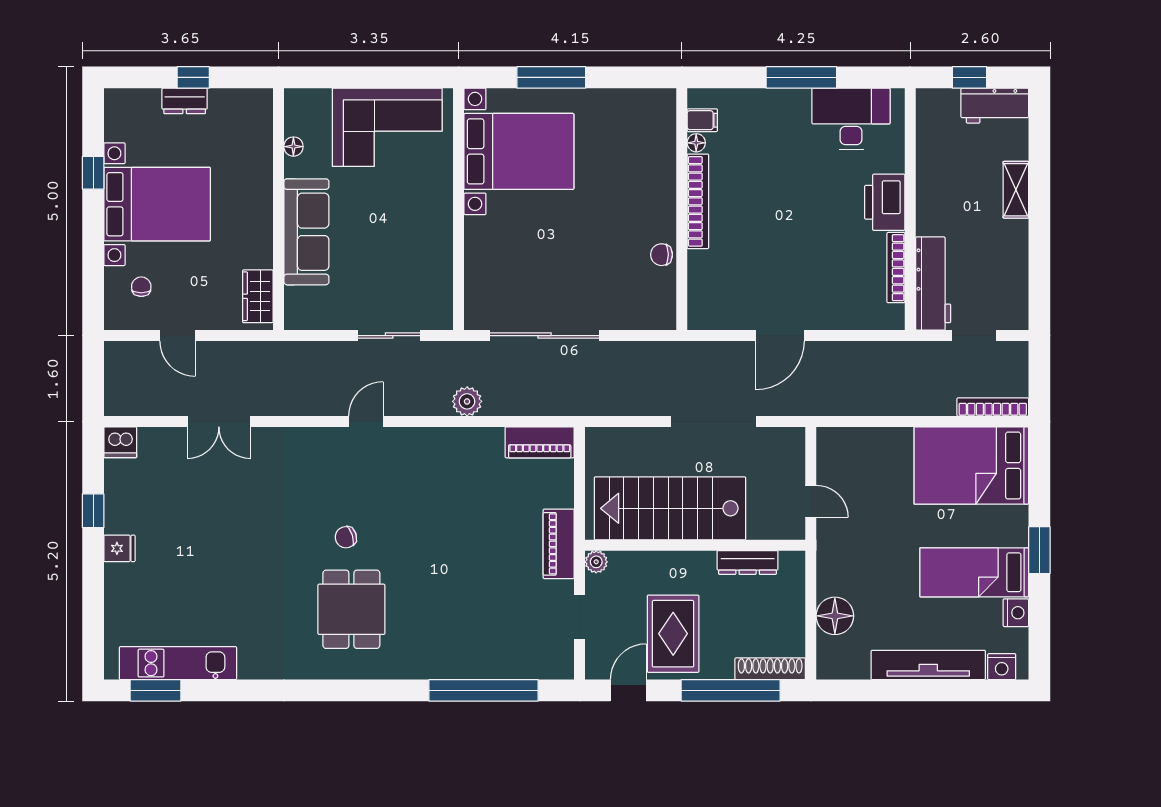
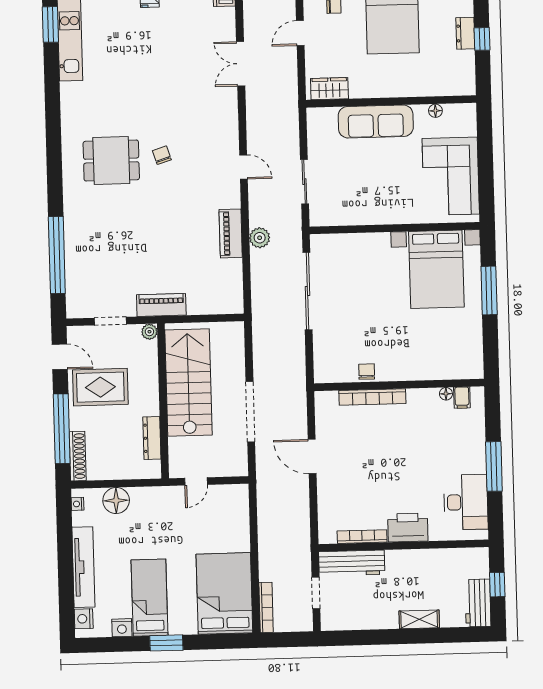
bookcase: (698, 201) -> (372, 397), moved
piano: (540, 442) -> (231, 233), moved
nightstand: (838, 671) -> (77, 504), added

